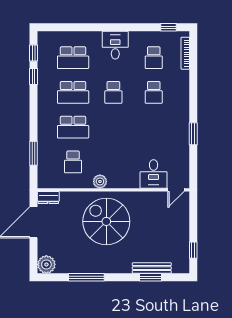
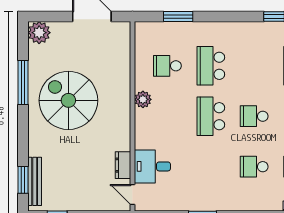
school desk: (73, 92) -> (211, 116), moved
dresser: (48, 197) -> (123, 165), moved
spiral stairs: (106, 221) -> (68, 100), moved, turned -90
bench: (152, 268) -> (35, 181), moved
window: (150, 277) -> (23, 180), moved

